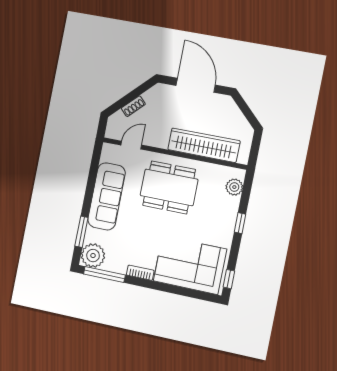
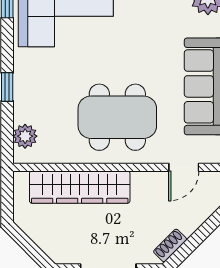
shoe rack: (133, 106) -> (170, 246), moved

